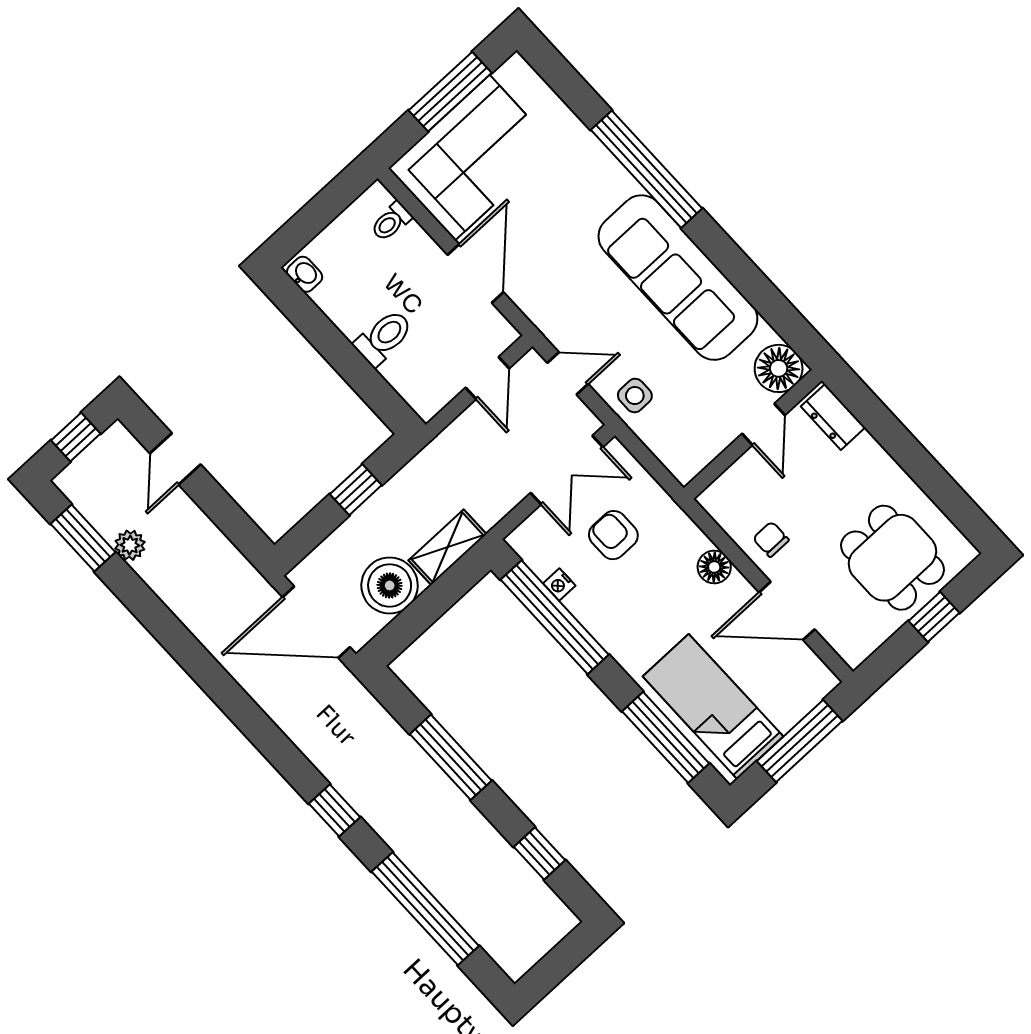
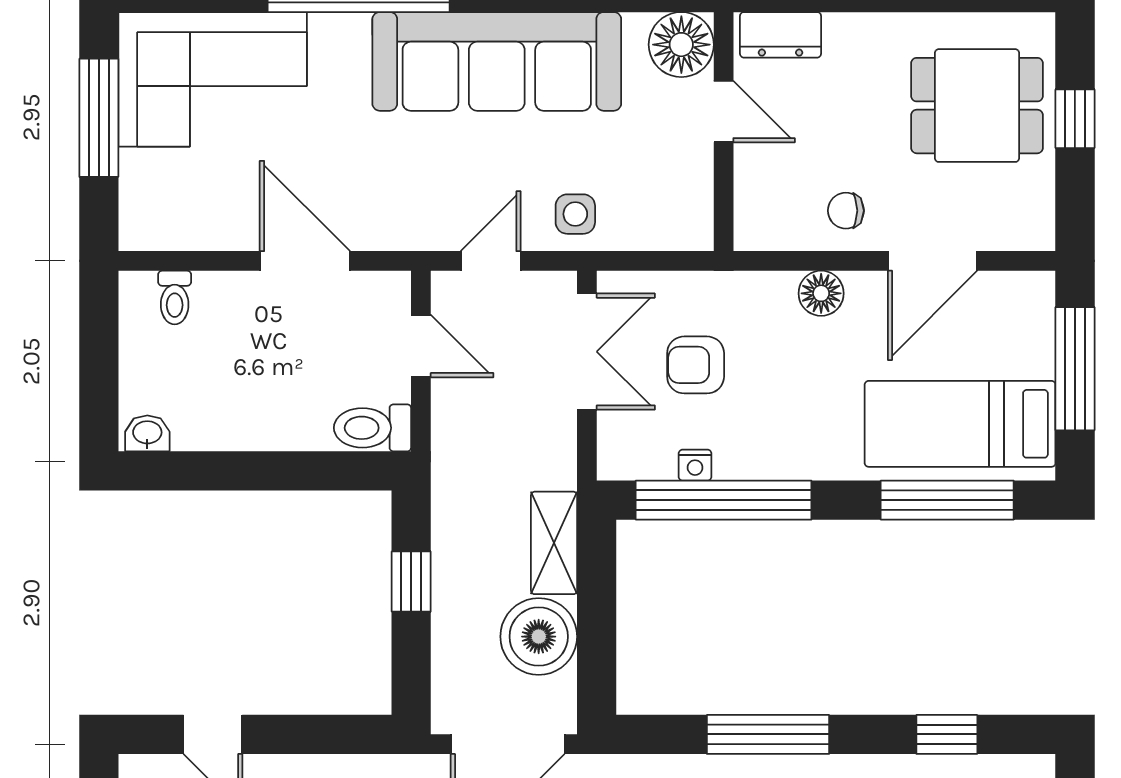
corner sofa: (472, 158) -> (213, 79), moved, turned 90
toilet: (384, 337) -> (373, 428), moved, turned -90

